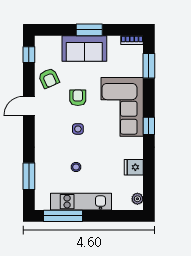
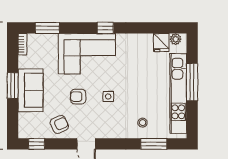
stool: (76, 167) -> (143, 123), moved
fridge: (134, 167) -> (161, 43), moved
kitchen unit: (81, 202) -> (178, 93), width x1.36
window: (63, 216) -> (192, 82), moved

